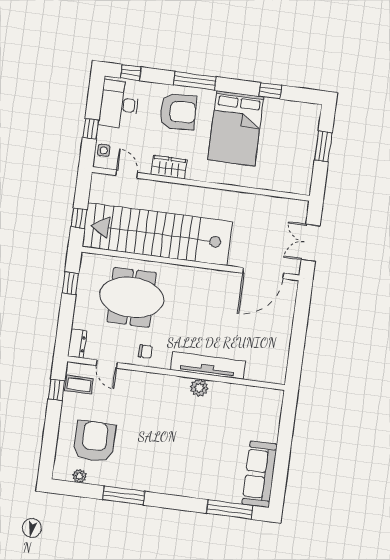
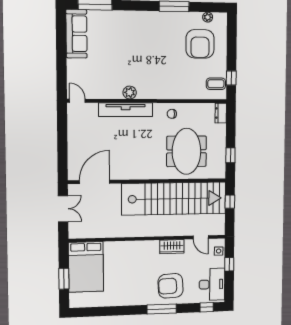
window: (270, 91) -> (108, 311), removed
bed: (236, 128) -> (86, 267), moved, turned 180
meeting table: (132, 297) -> (187, 151), turned 90
door: (107, 364) -> (77, 101), moved

